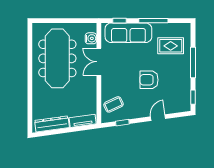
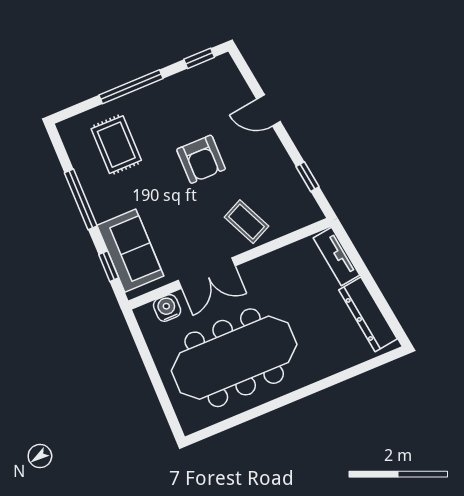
sofa: (128, 33) -> (130, 251), width x0.73
coffee table: (113, 104) -> (246, 222), moved

